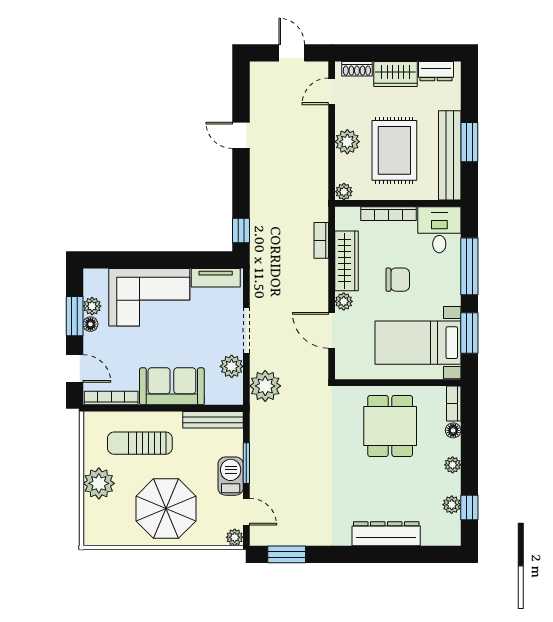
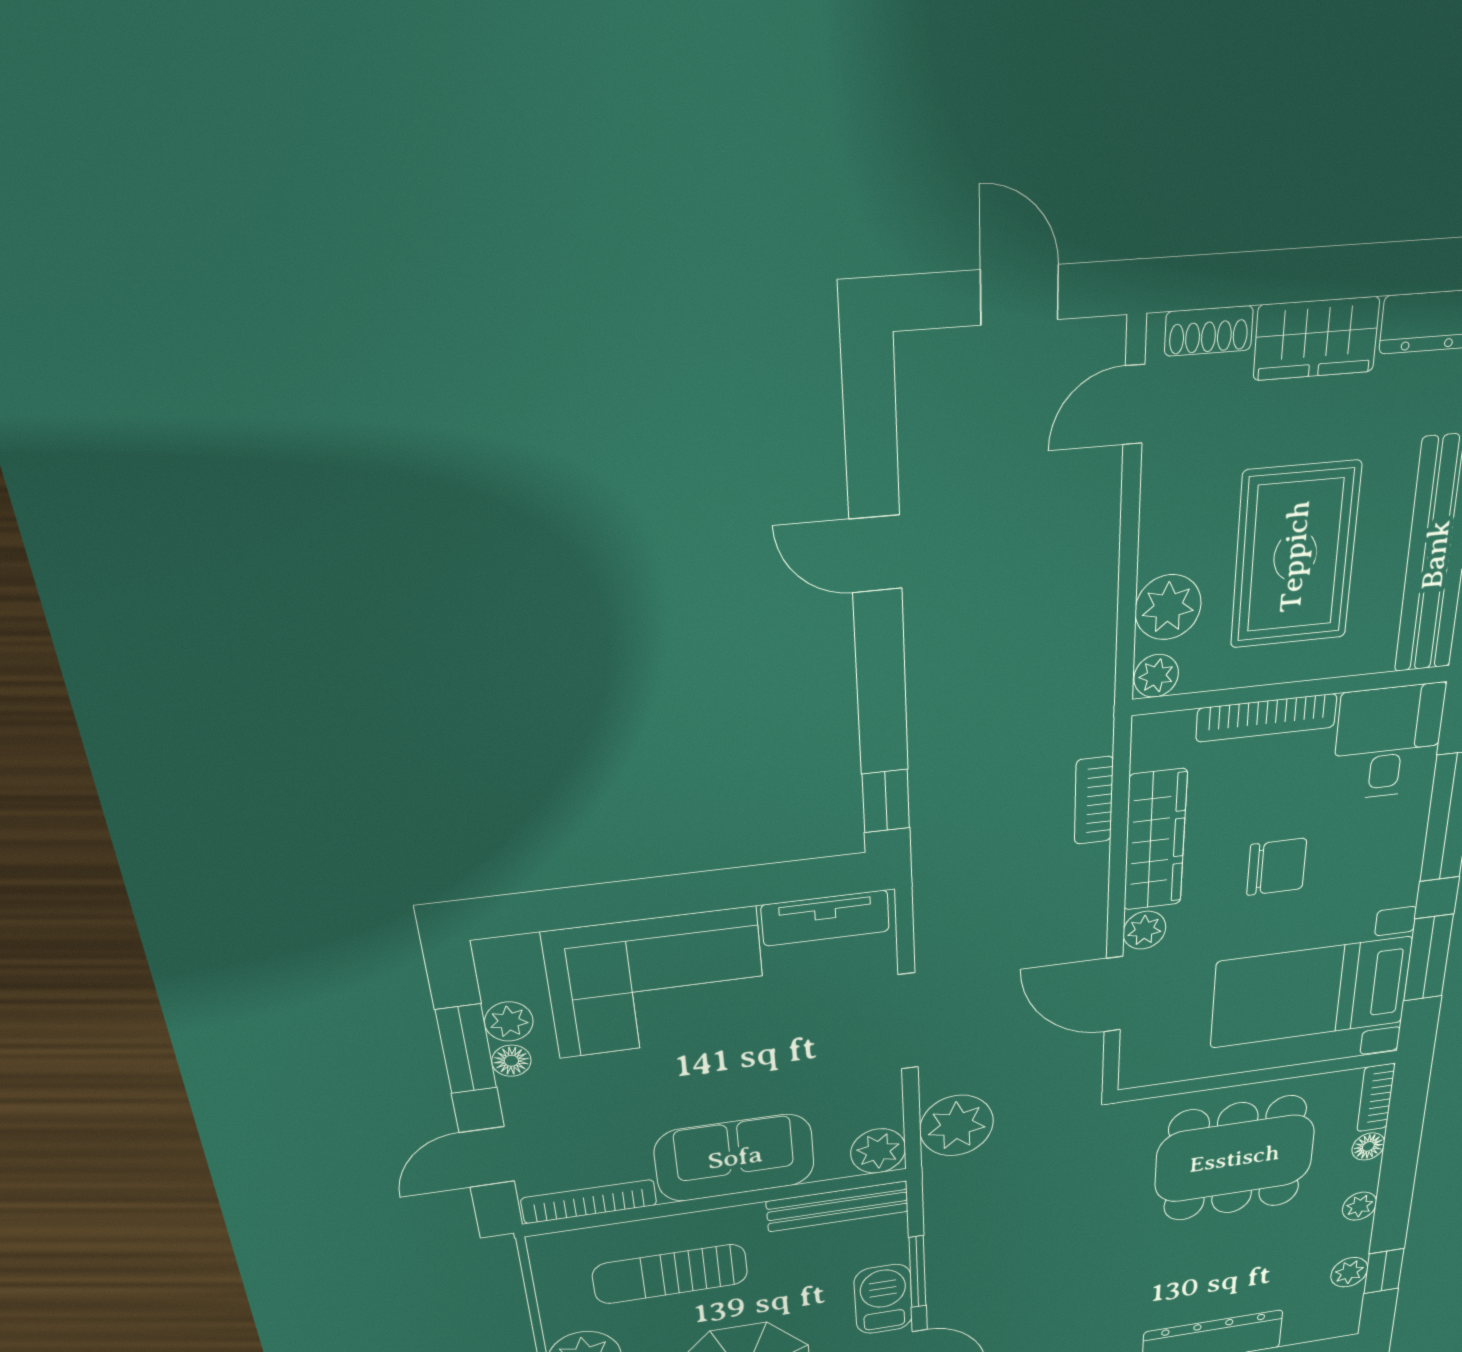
plant: (347, 142) -> (1168, 607), moved
plant: (232, 366) -> (878, 1151), moved
door: (75, 368) -> (487, 1157), swing flipped
dining table: (390, 426) -> (1235, 1159), width x1.38

